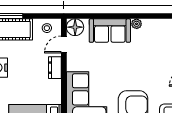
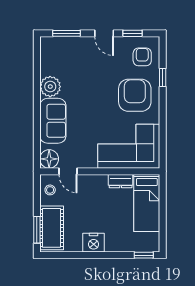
plant: (137, 24) -> (50, 87), width x1.87, depth x1.87
dresser: (55, 68) -> (121, 181), moved

